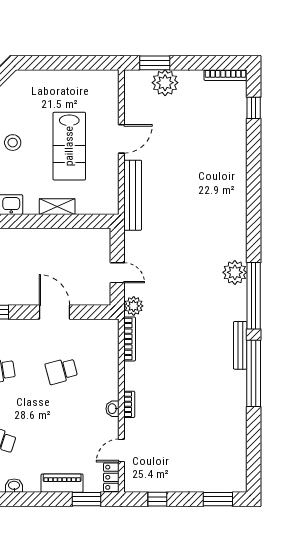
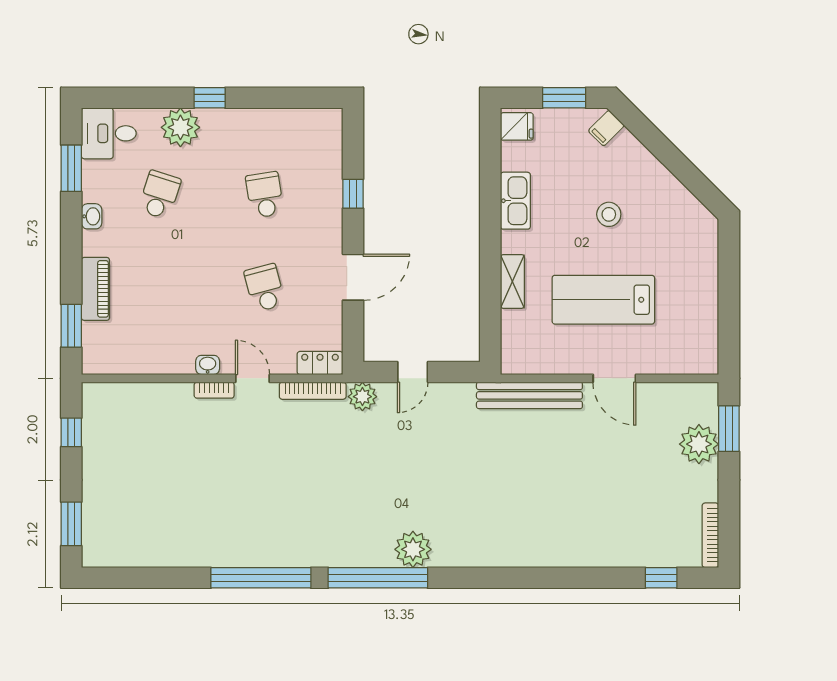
bench: (240, 345) -> (303, 557), removed
door: (121, 450) -> (252, 378), moved
locker: (111, 477) -> (320, 363), moved

